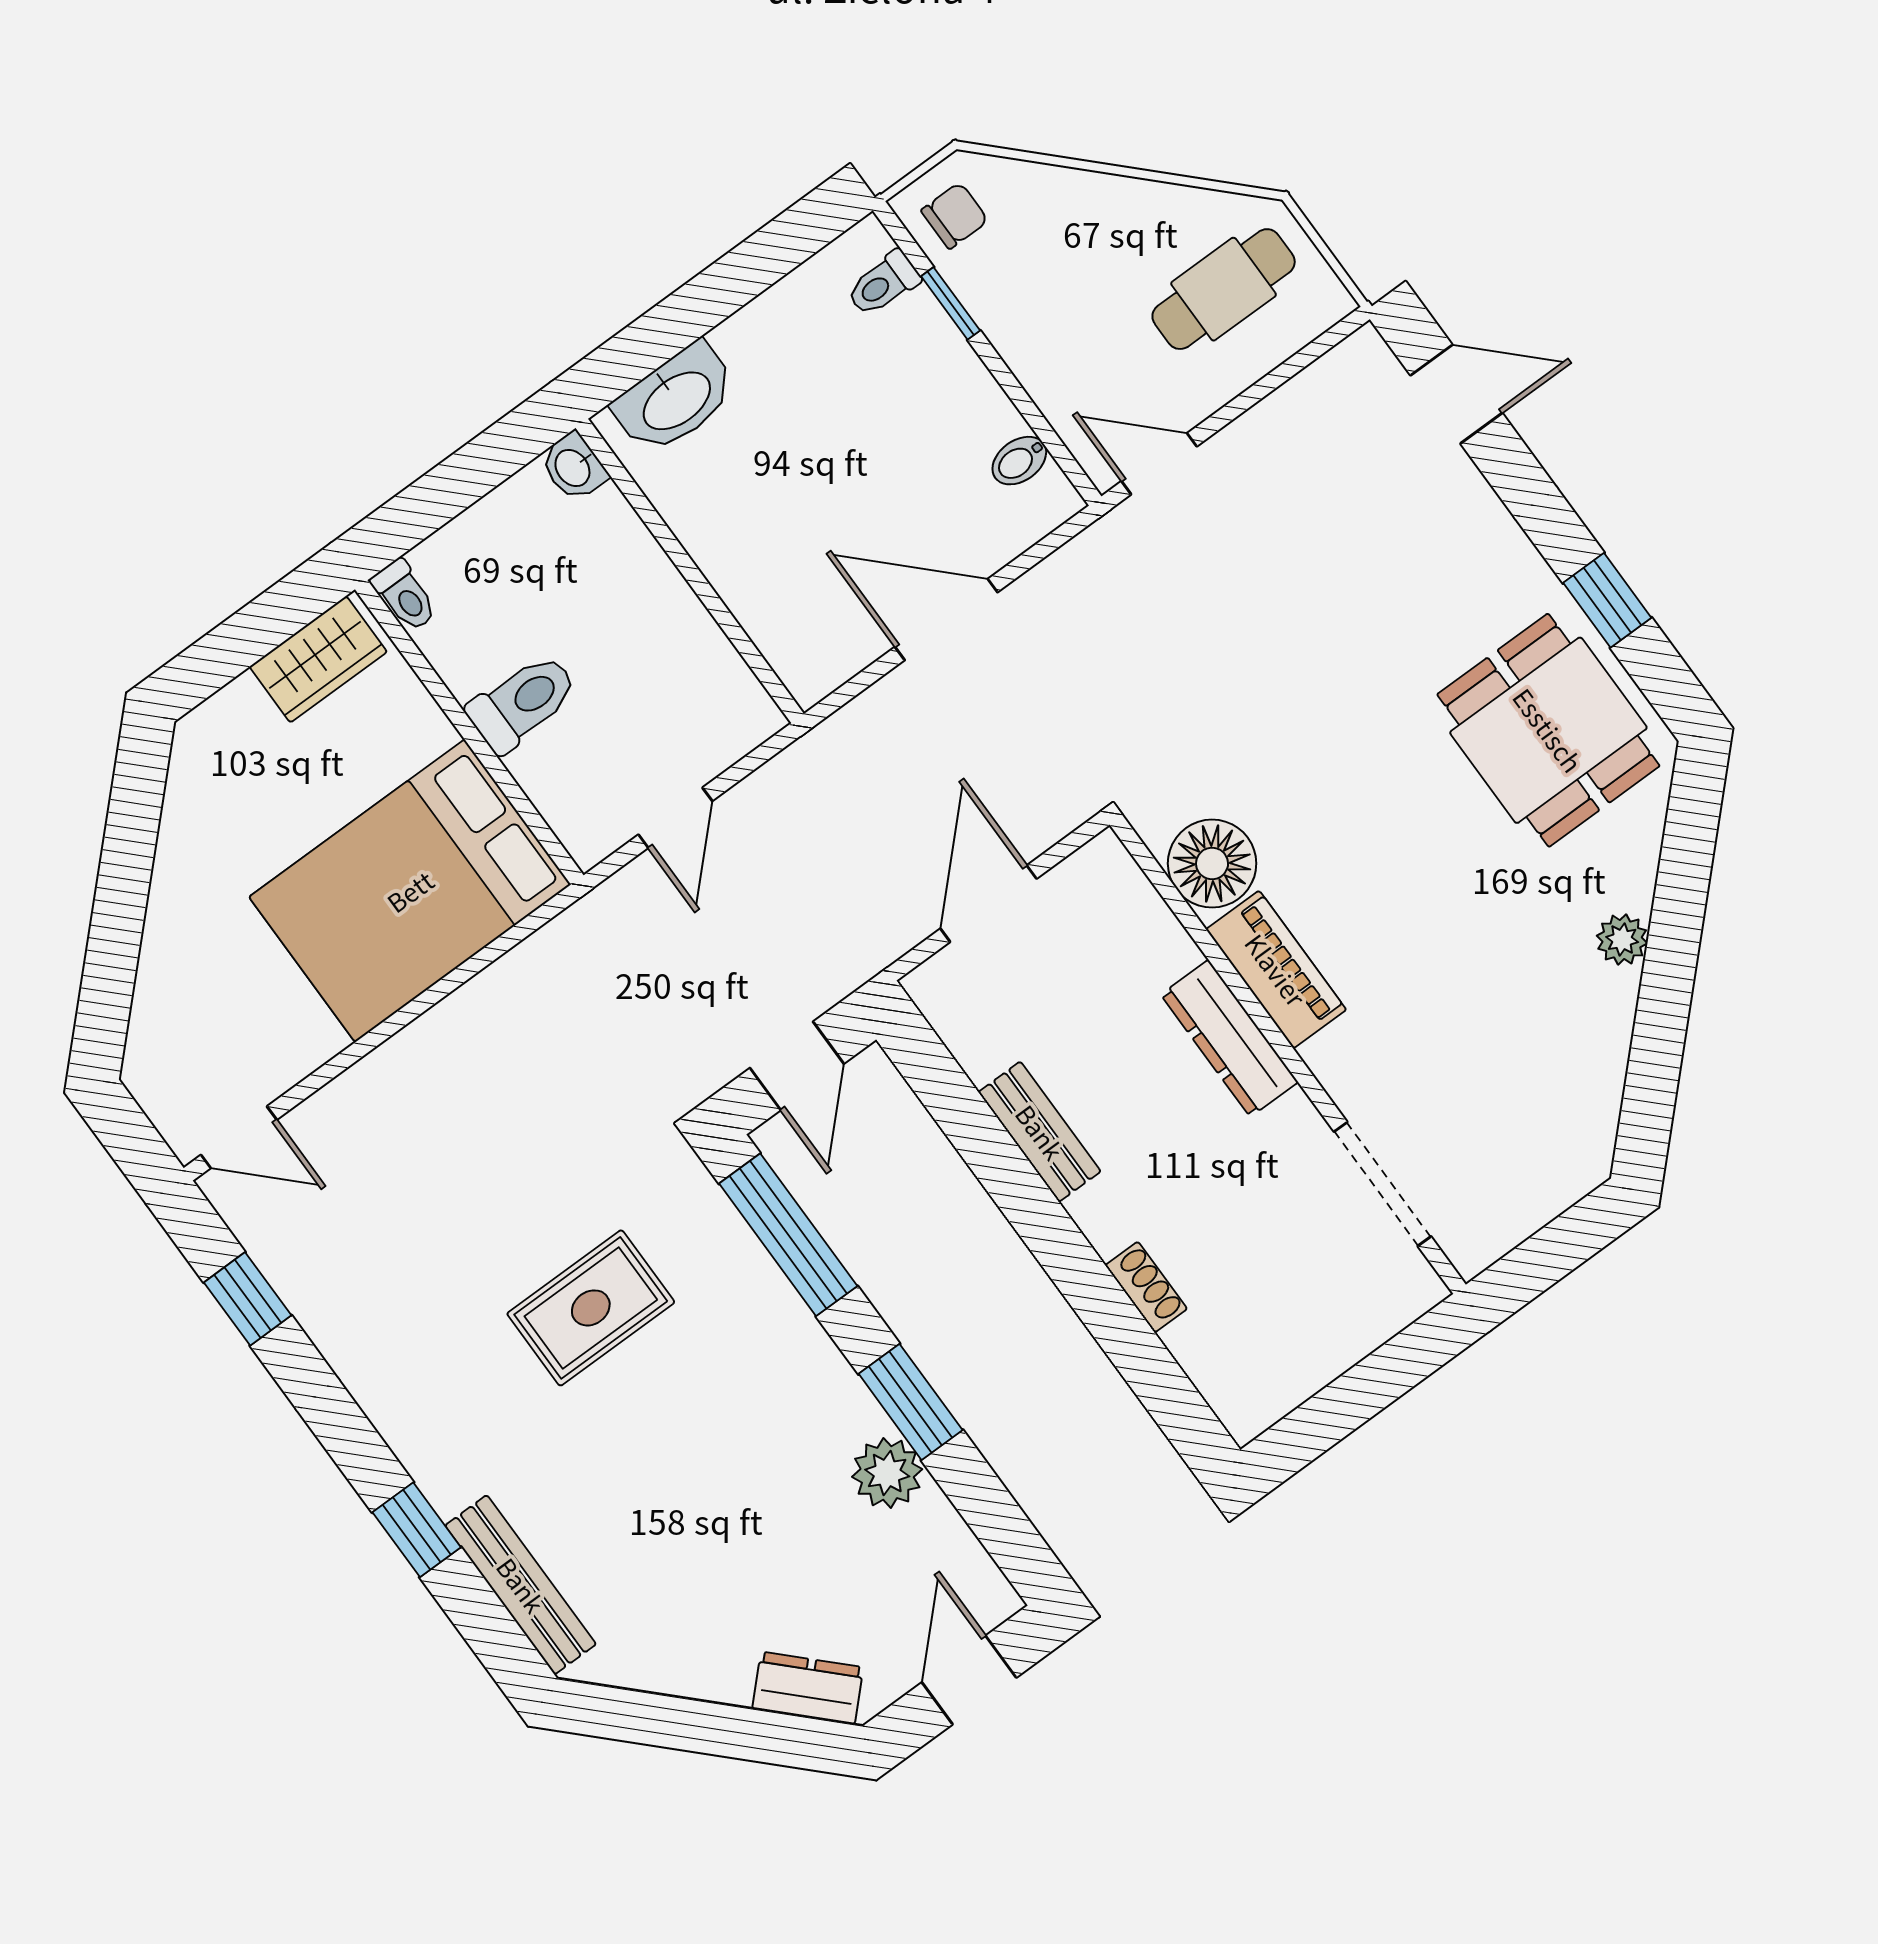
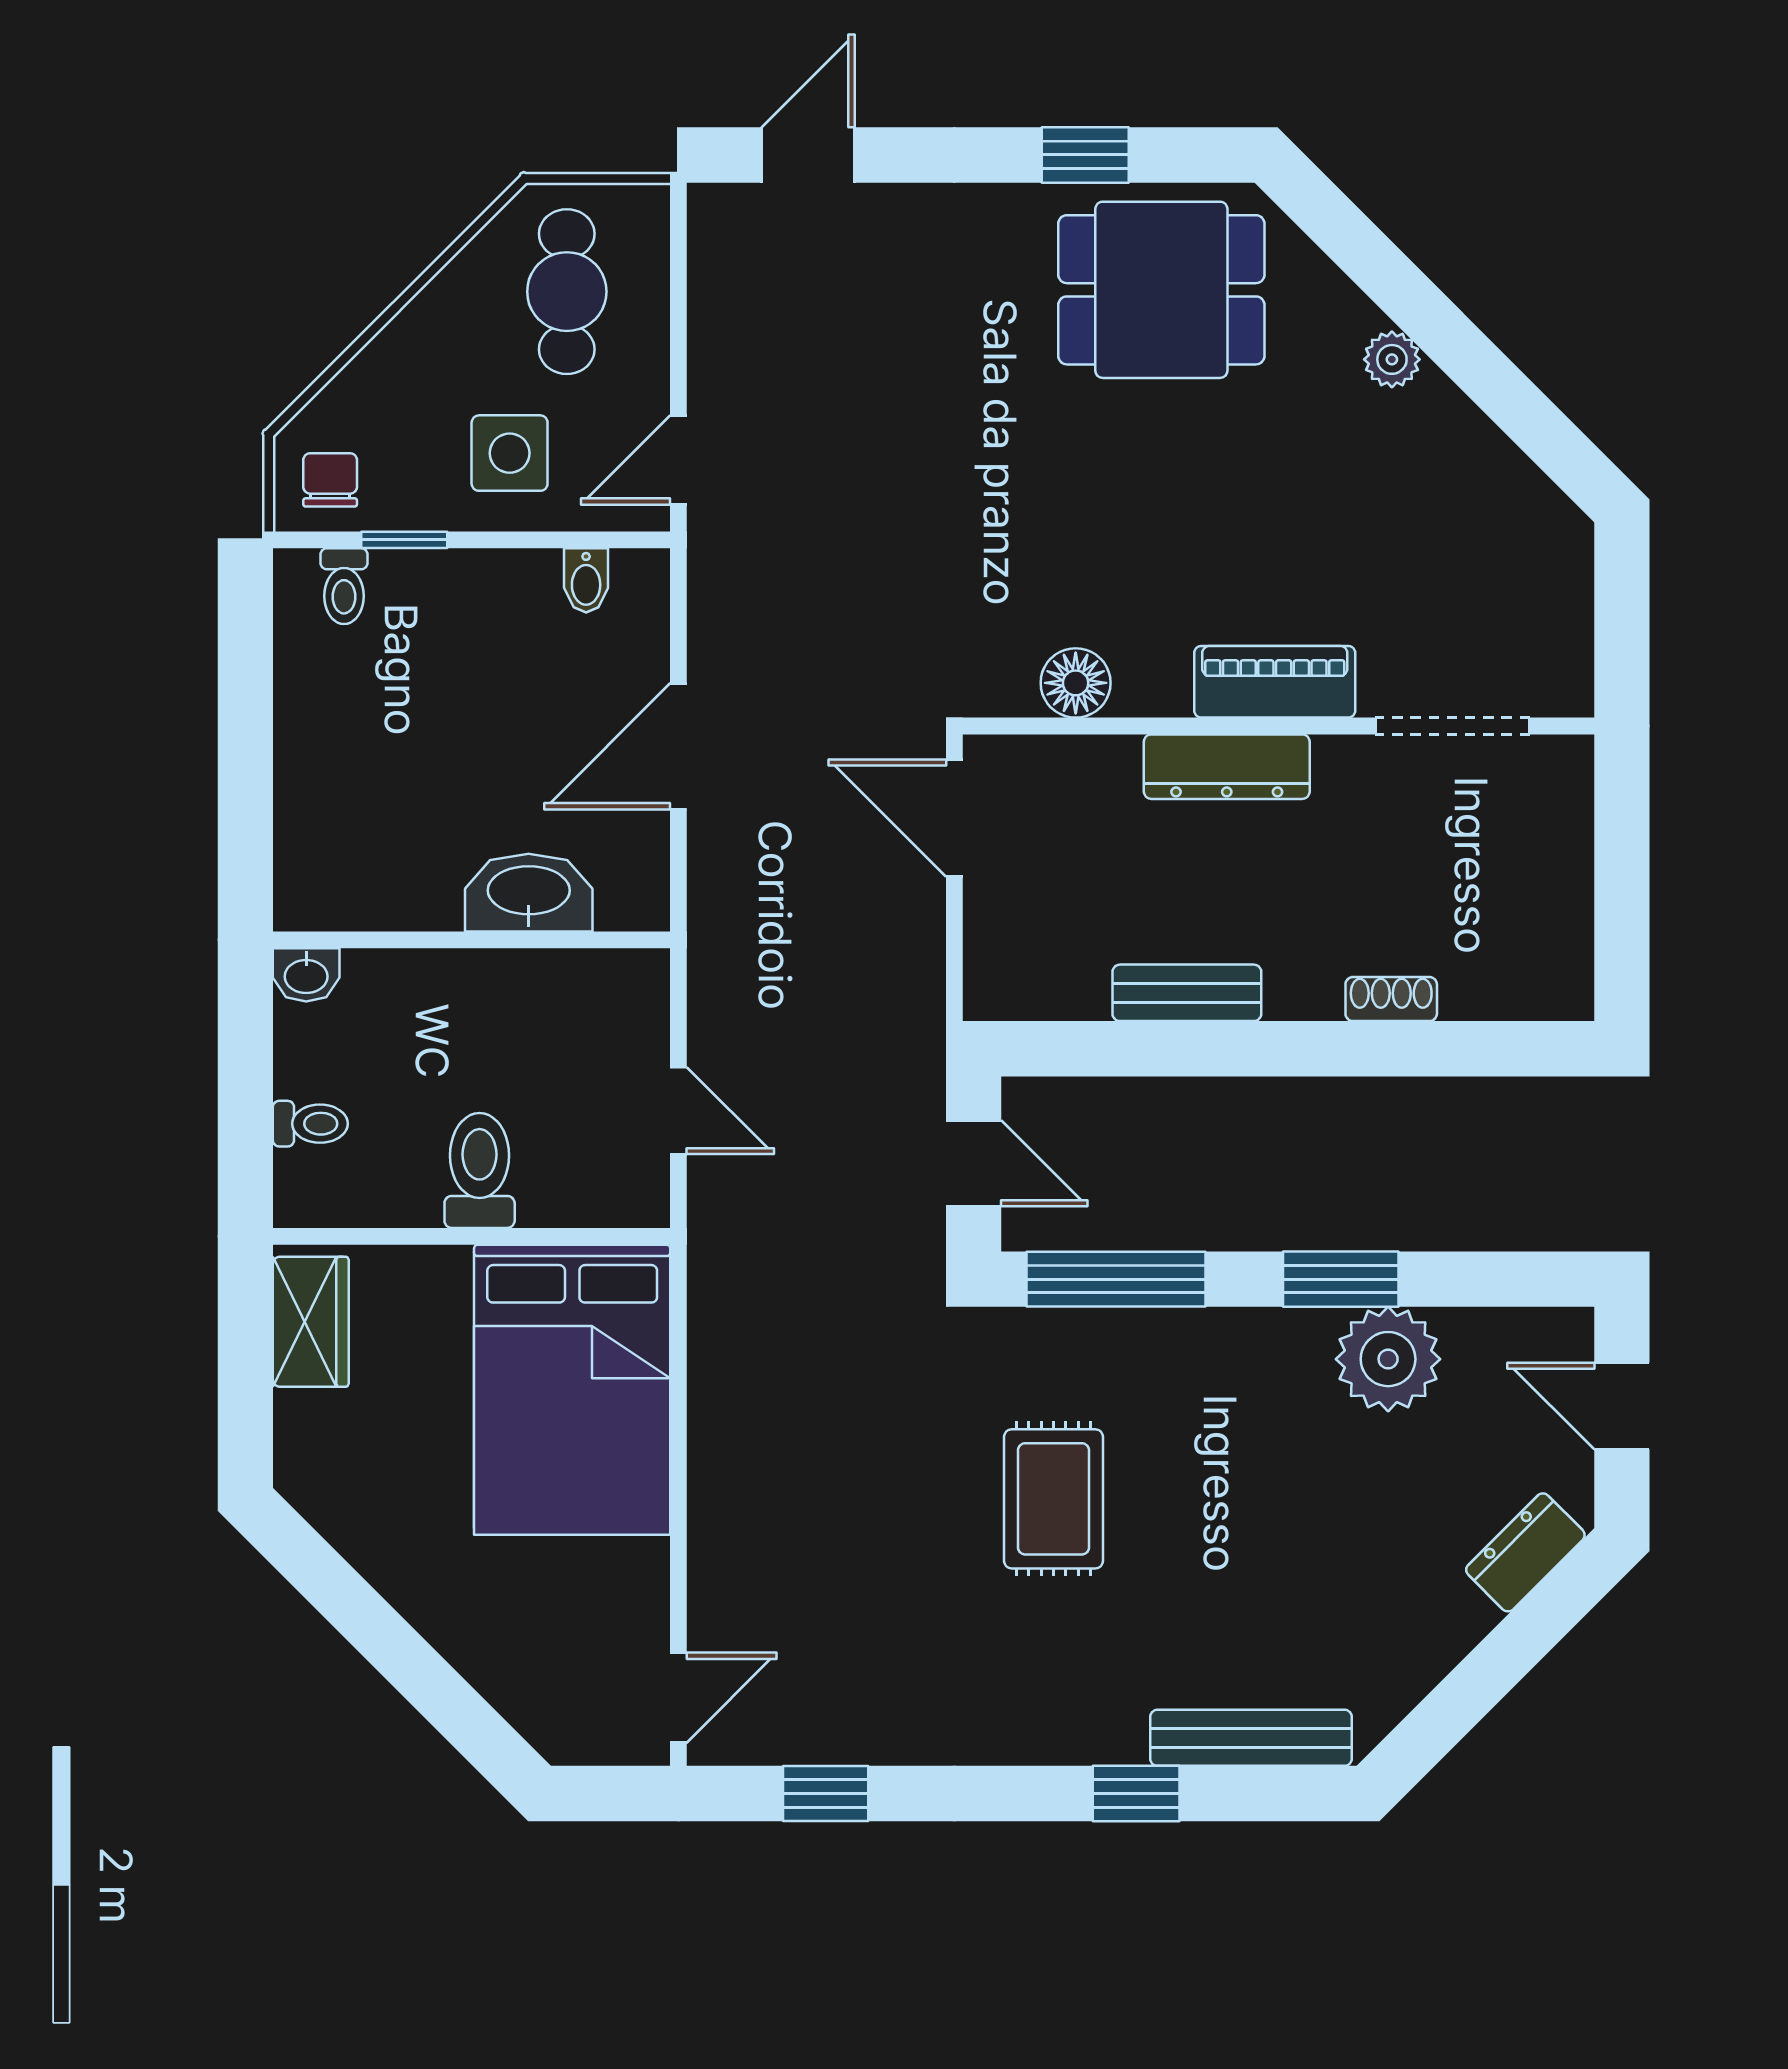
side table: (1072, 334) -> (510, 453), added
washbasin: (676, 399) -> (529, 893), moved, turned -90
toilet: (405, 596) -> (310, 1124), moved
floor lamp: (1212, 864) -> (1076, 683), width x0.73, depth x0.73
door: (988, 904) -> (954, 818), moved
piano: (1276, 970) -> (1275, 682), moved
plant: (887, 1473) -> (1388, 1359), width x1.36, depth x1.36

